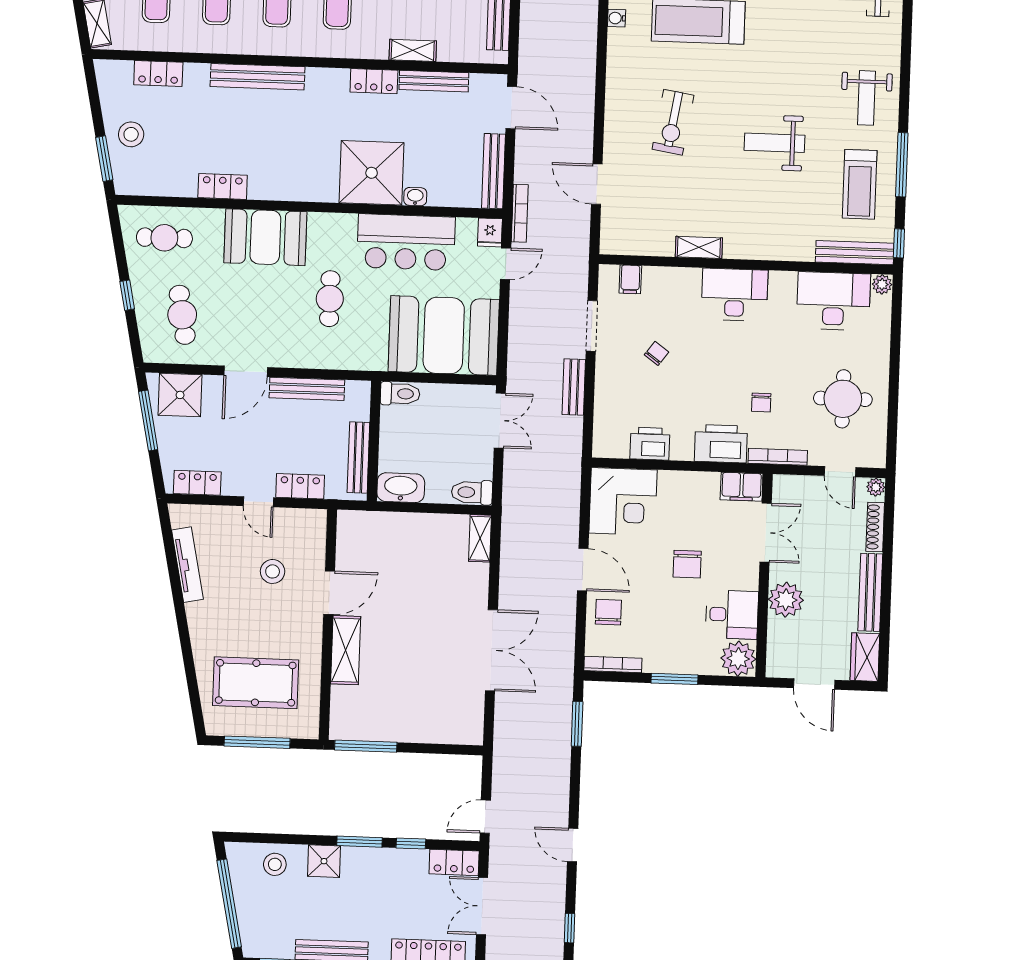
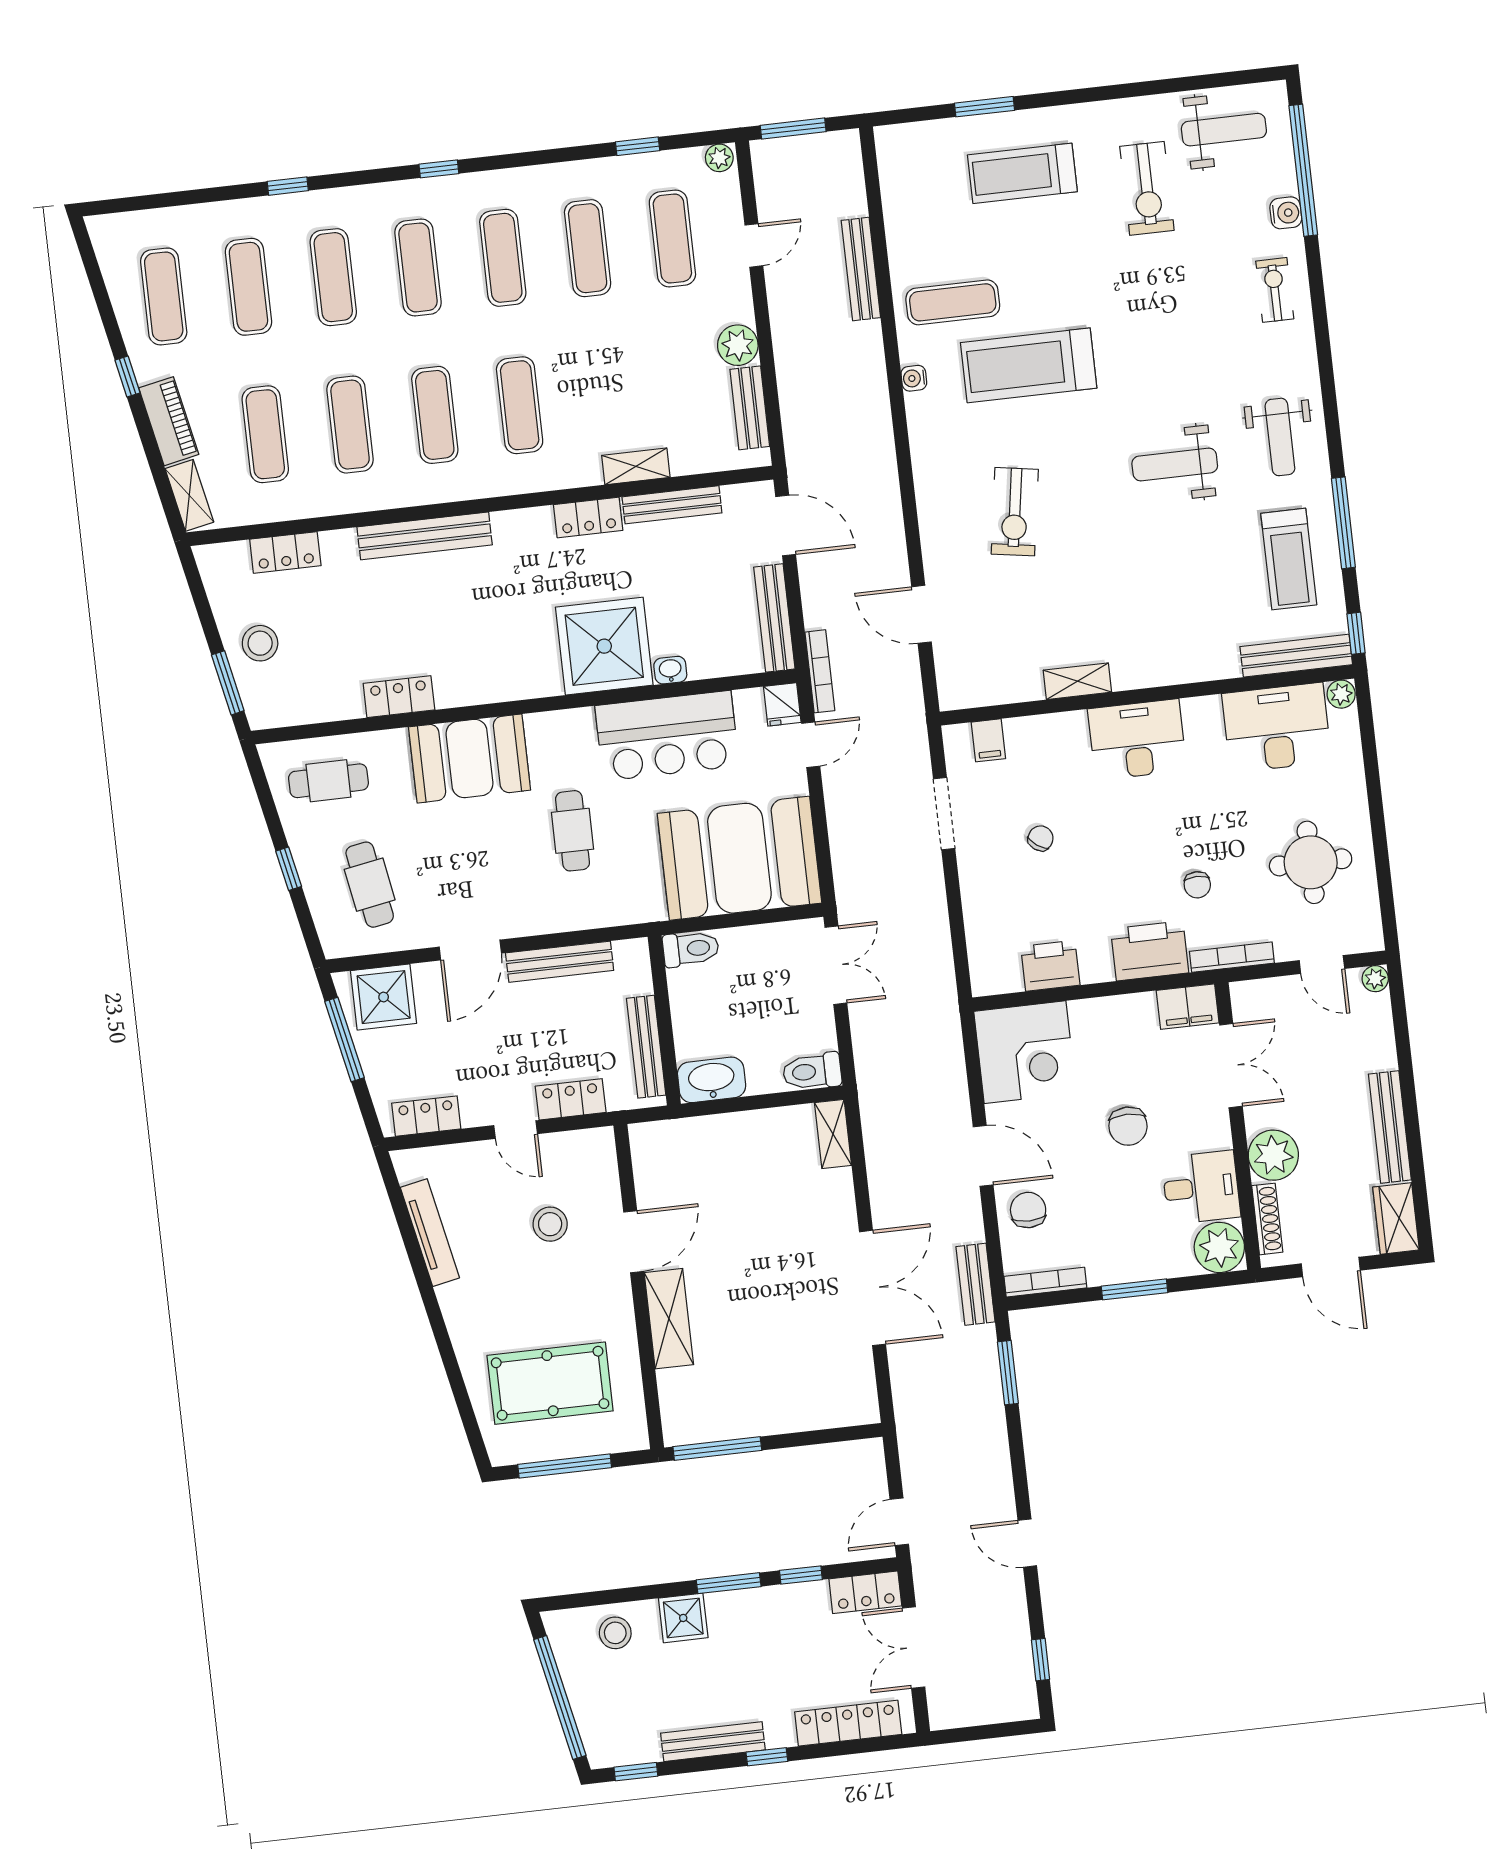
weight bench: (775, 143) -> (1175, 464), moved
bench: (574, 387) -> (976, 1284), moved
shoe rack: (875, 527) -> (1267, 1219), moved, turned 180

